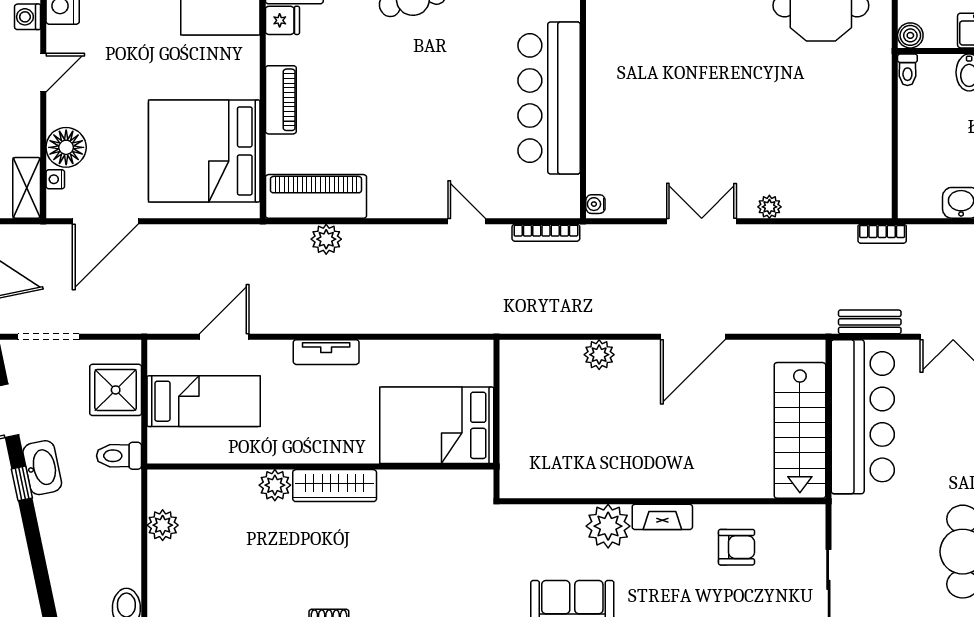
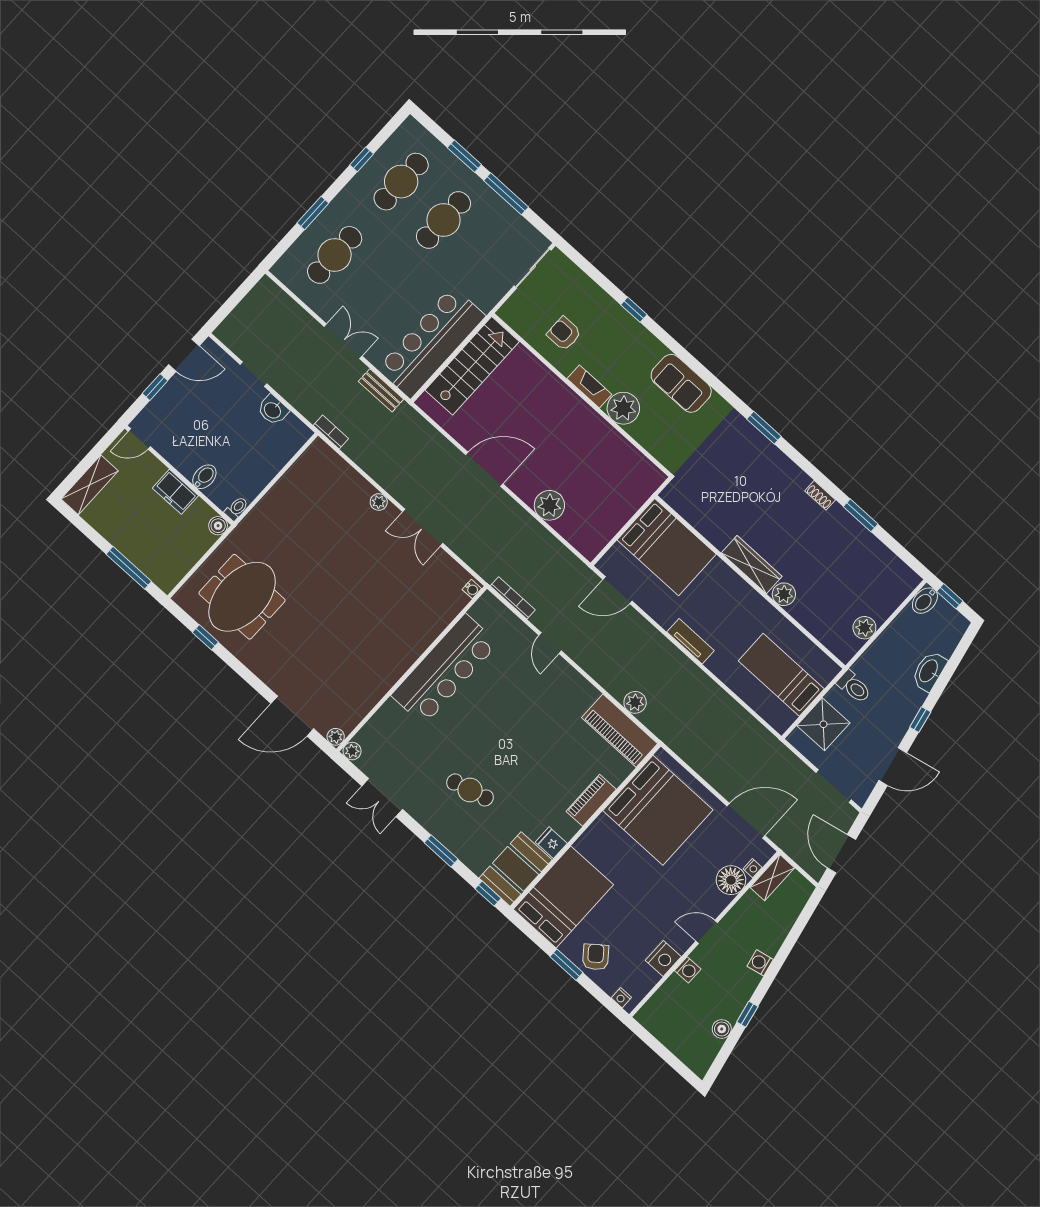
door: (224, 337) -> (618, 590), moved
plant: (599, 355) -> (549, 505), width x1.36, depth x1.36
washbasin: (42, 468) -> (929, 671), moved

